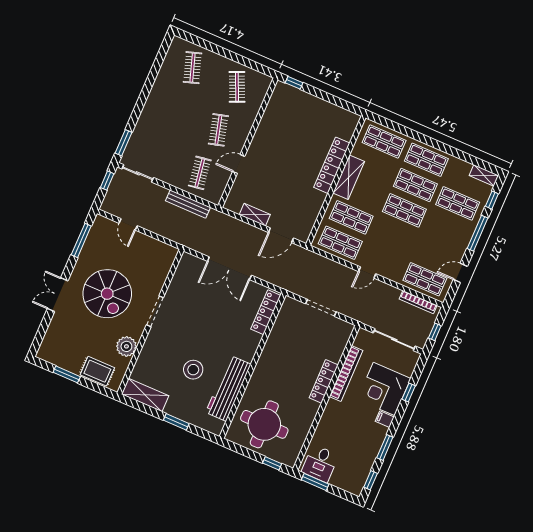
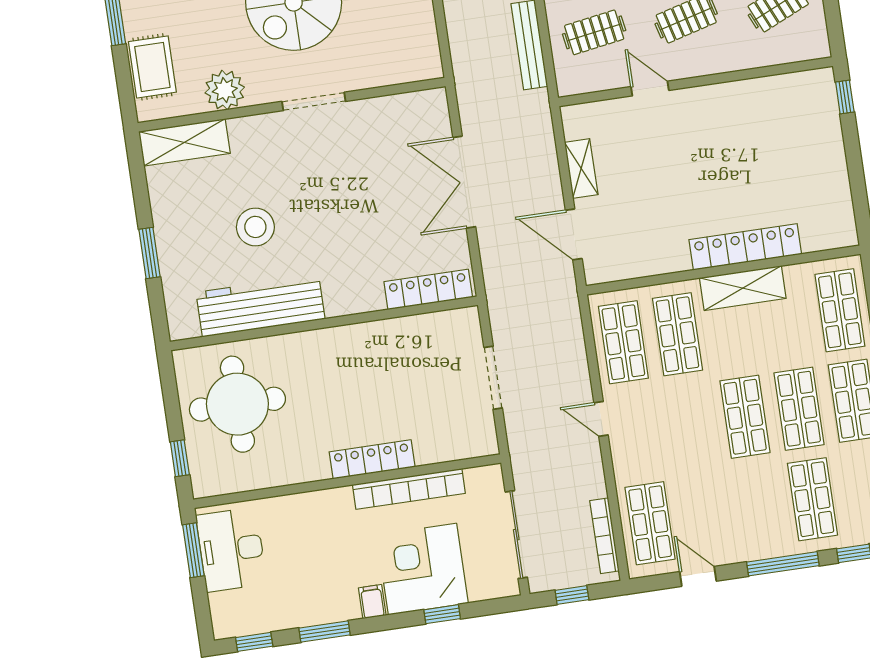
shelving: (145, 395) -> (184, 142), moved, turned 90
desk: (320, 463) -> (231, 550), width x1.37

